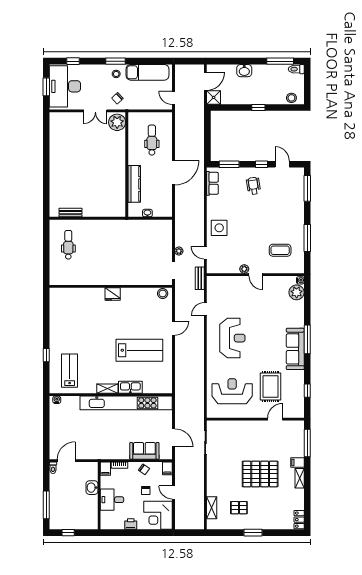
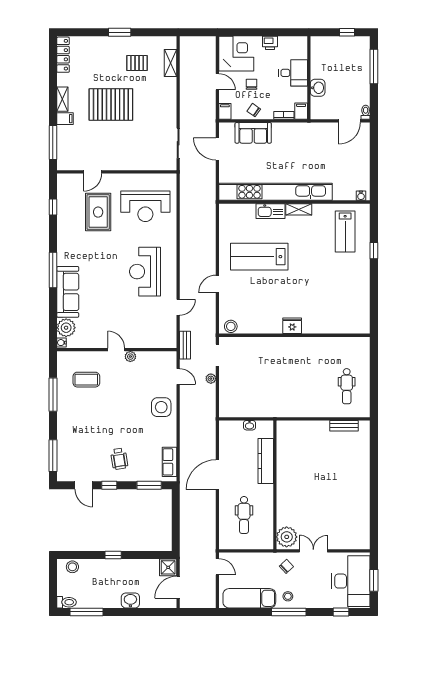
window: (115, 61) -> (289, 612), width x1.44
sofa: (295, 349) -> (68, 292), moved
locker: (299, 520) -> (63, 55), width x1.53

